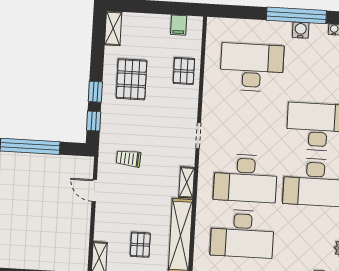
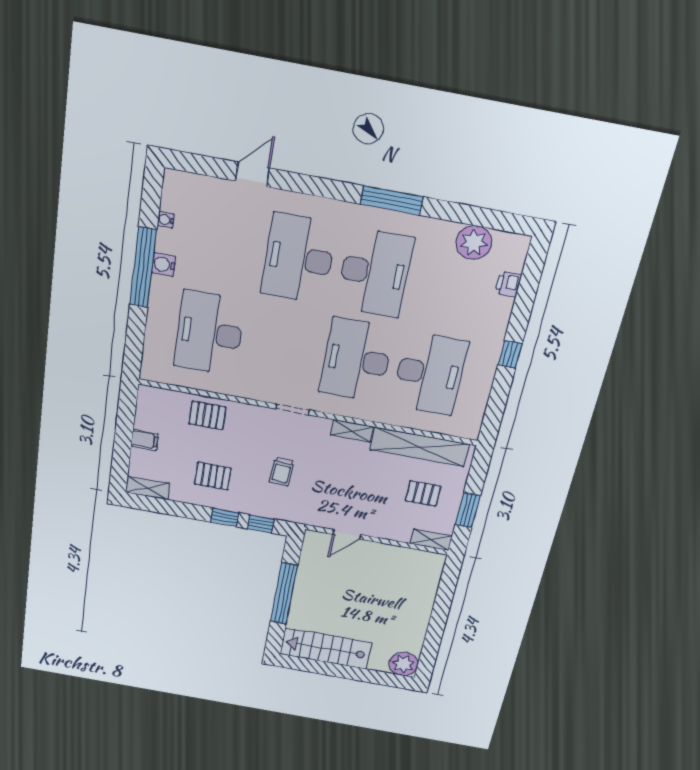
filing cabinet: (179, 25) -> (144, 440), moved
pallet: (132, 79) -> (213, 476), width x0.67, depth x0.71
trolley: (128, 159) -> (282, 472), moved
desk: (245, 178) -> (356, 360), turned 180

